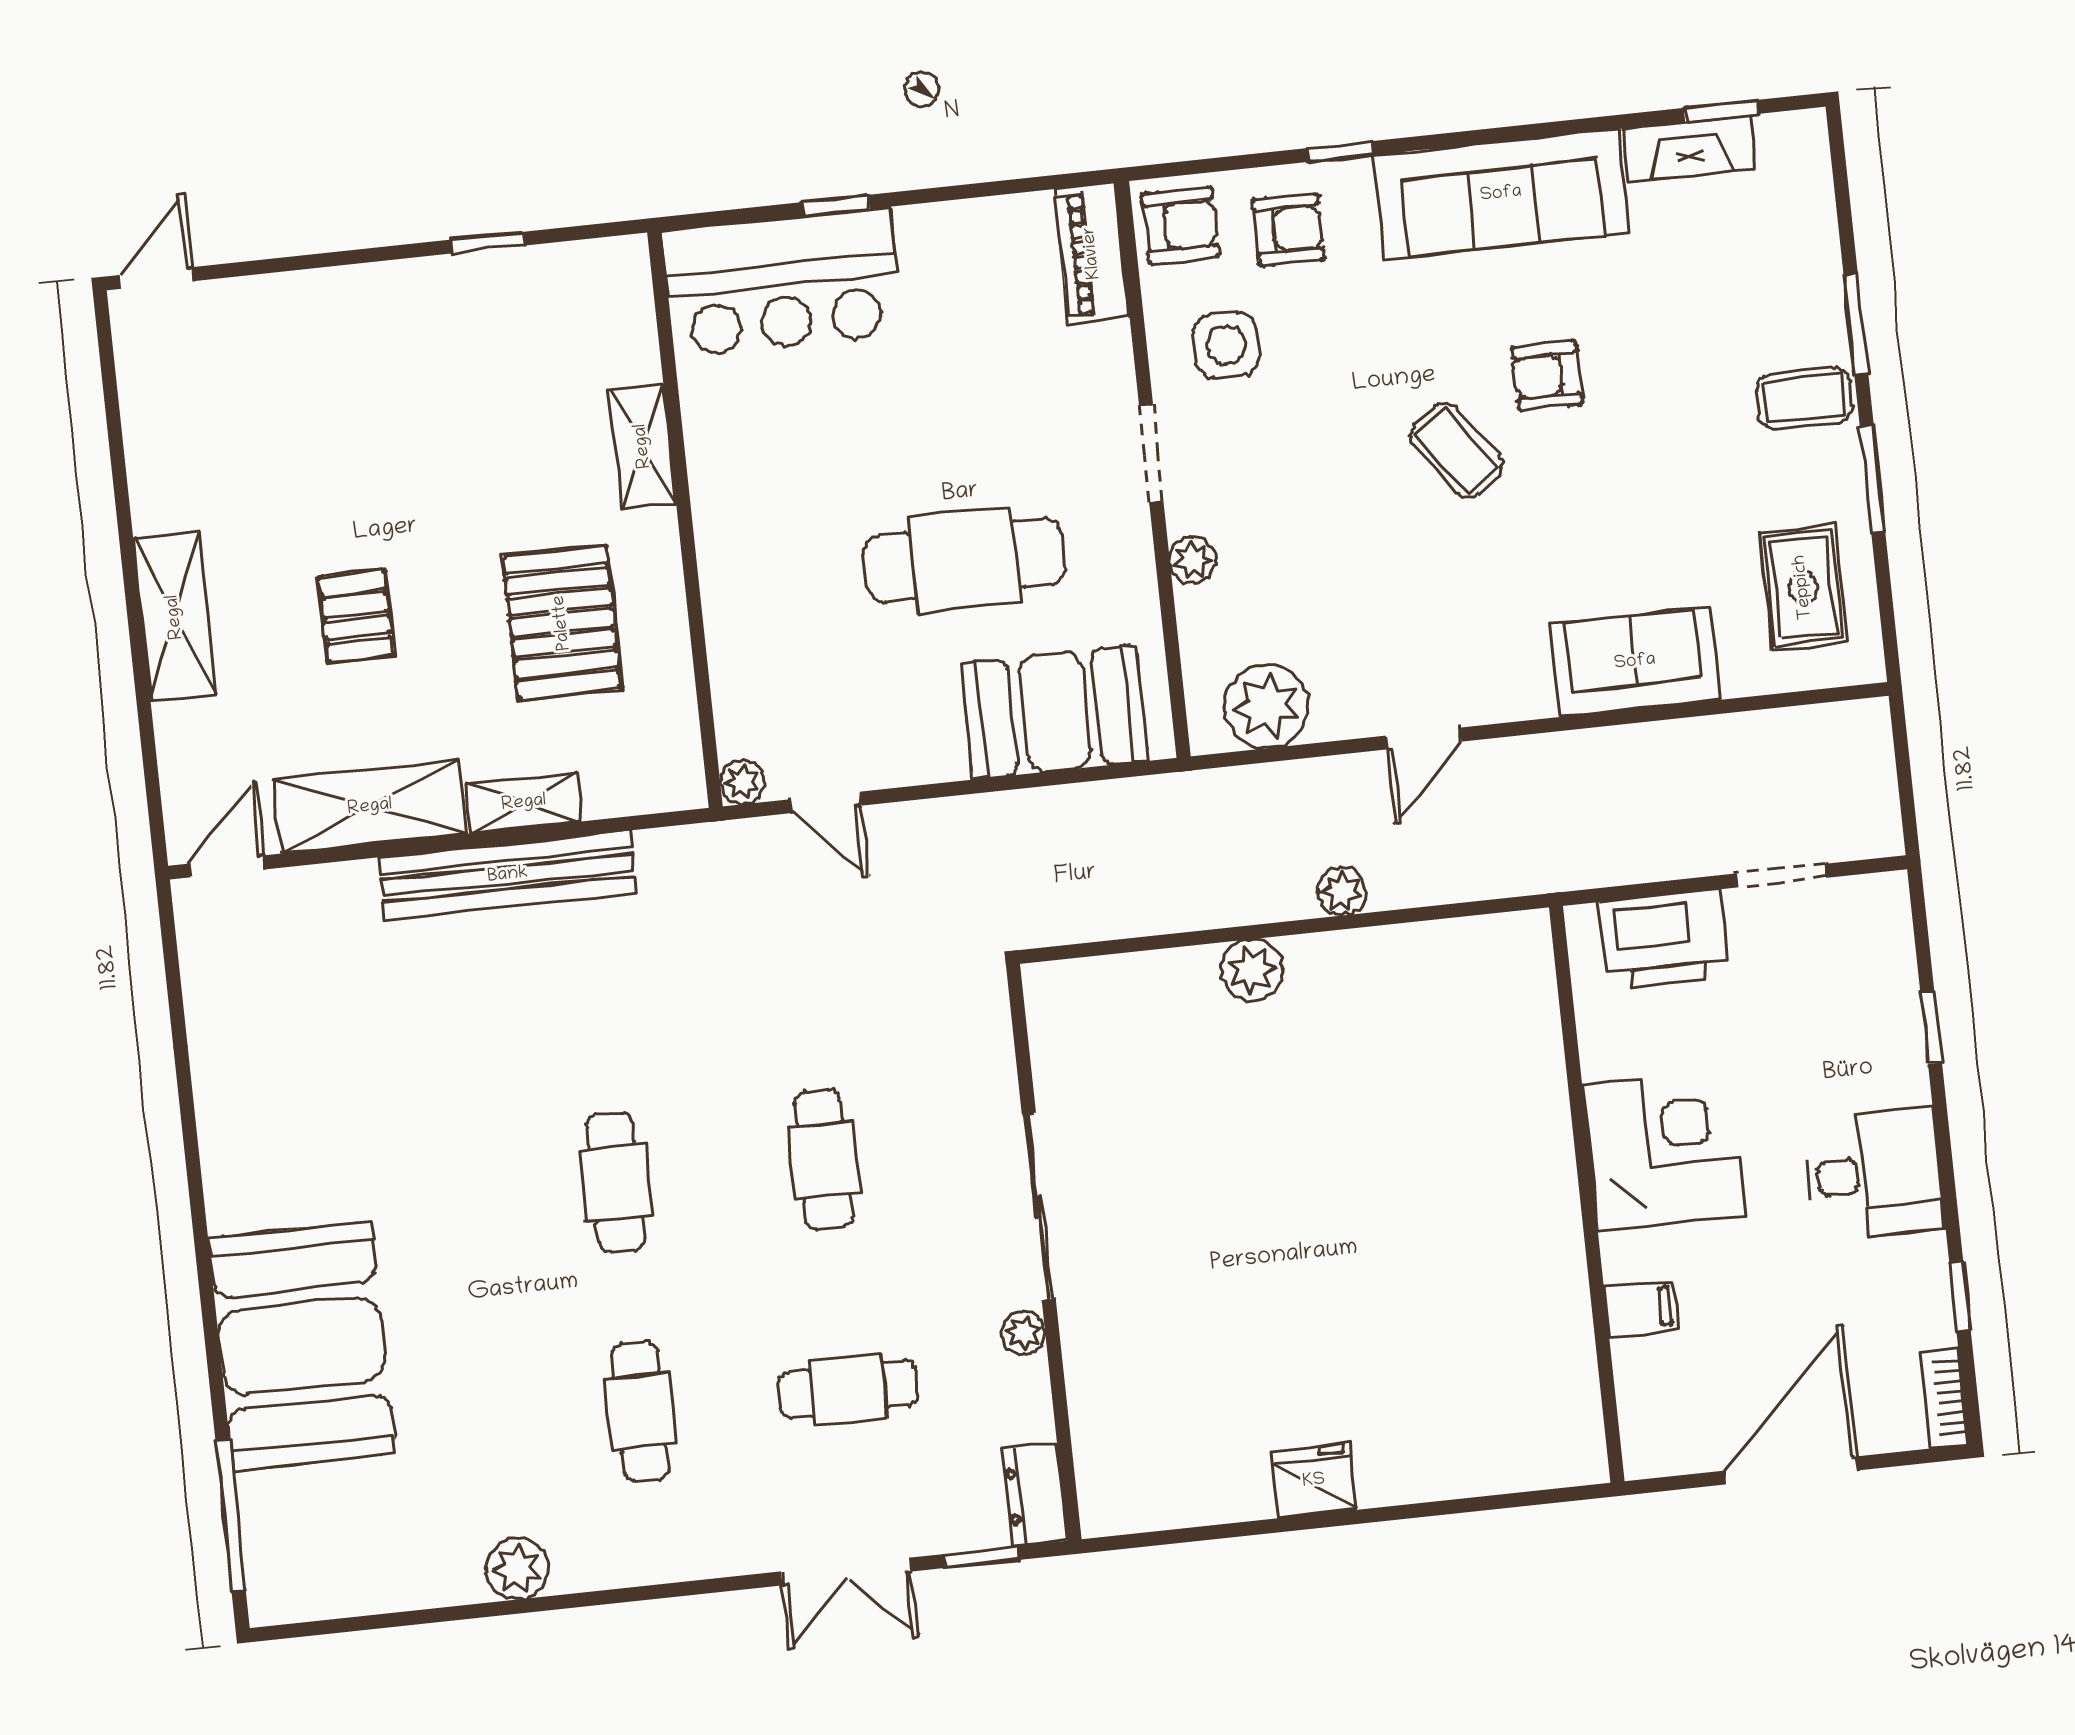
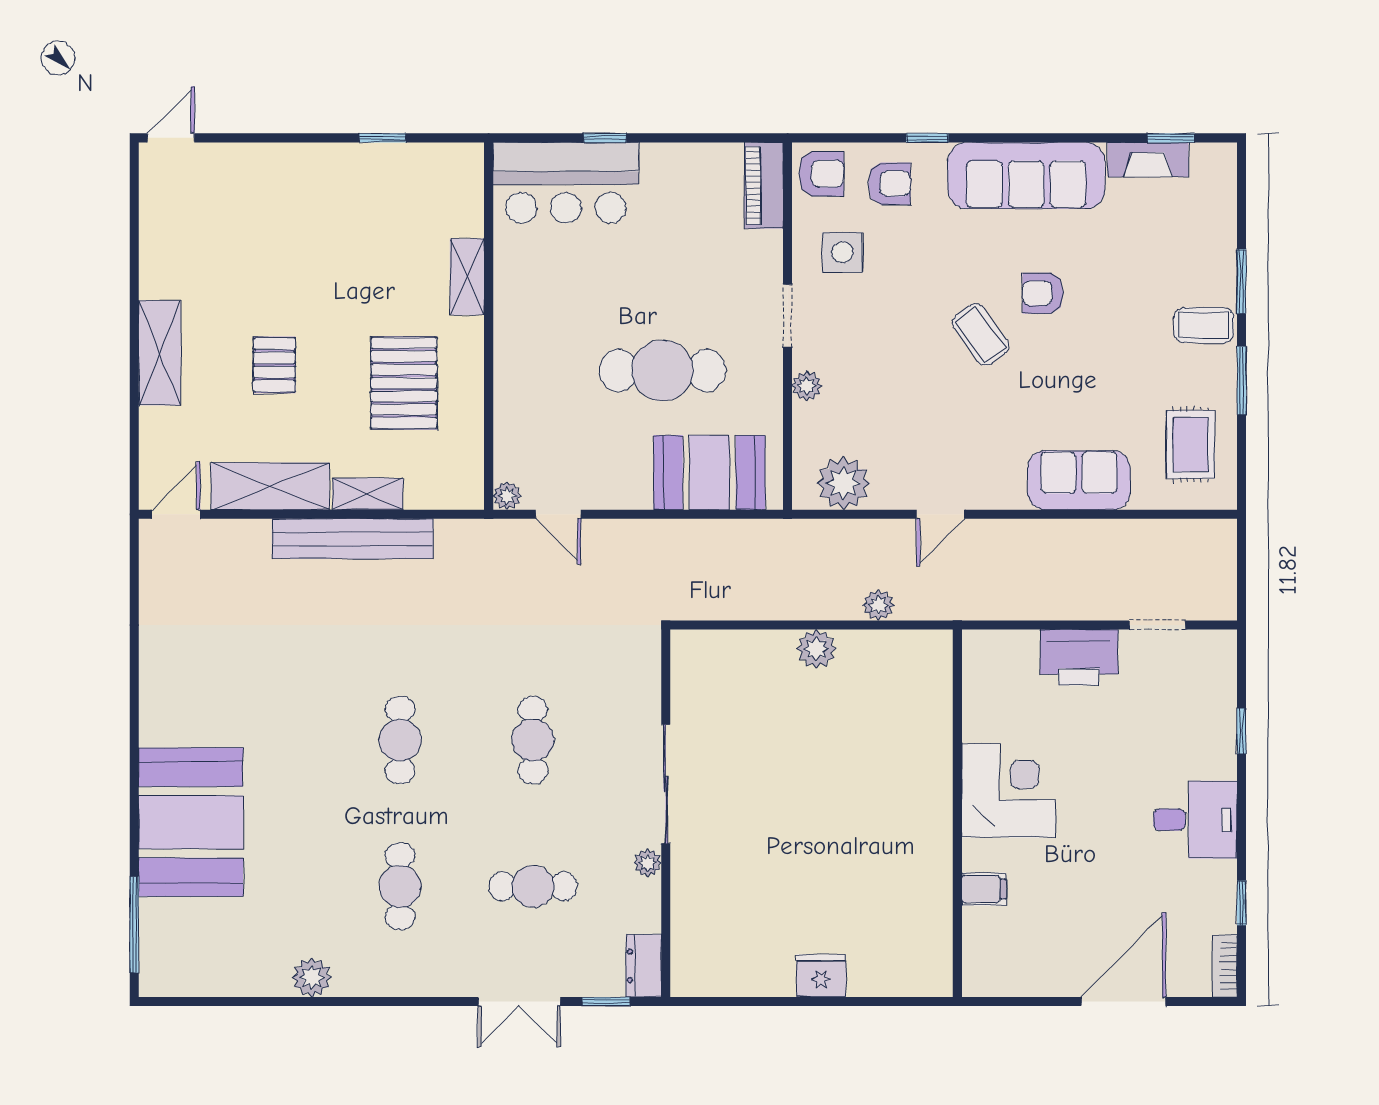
corner desk: (1663, 1150) -> (1009, 791), moved
wall: (1587, 1194) -> (957, 813), moved
filing cabinet: (1641, 1309) -> (984, 889), moved

